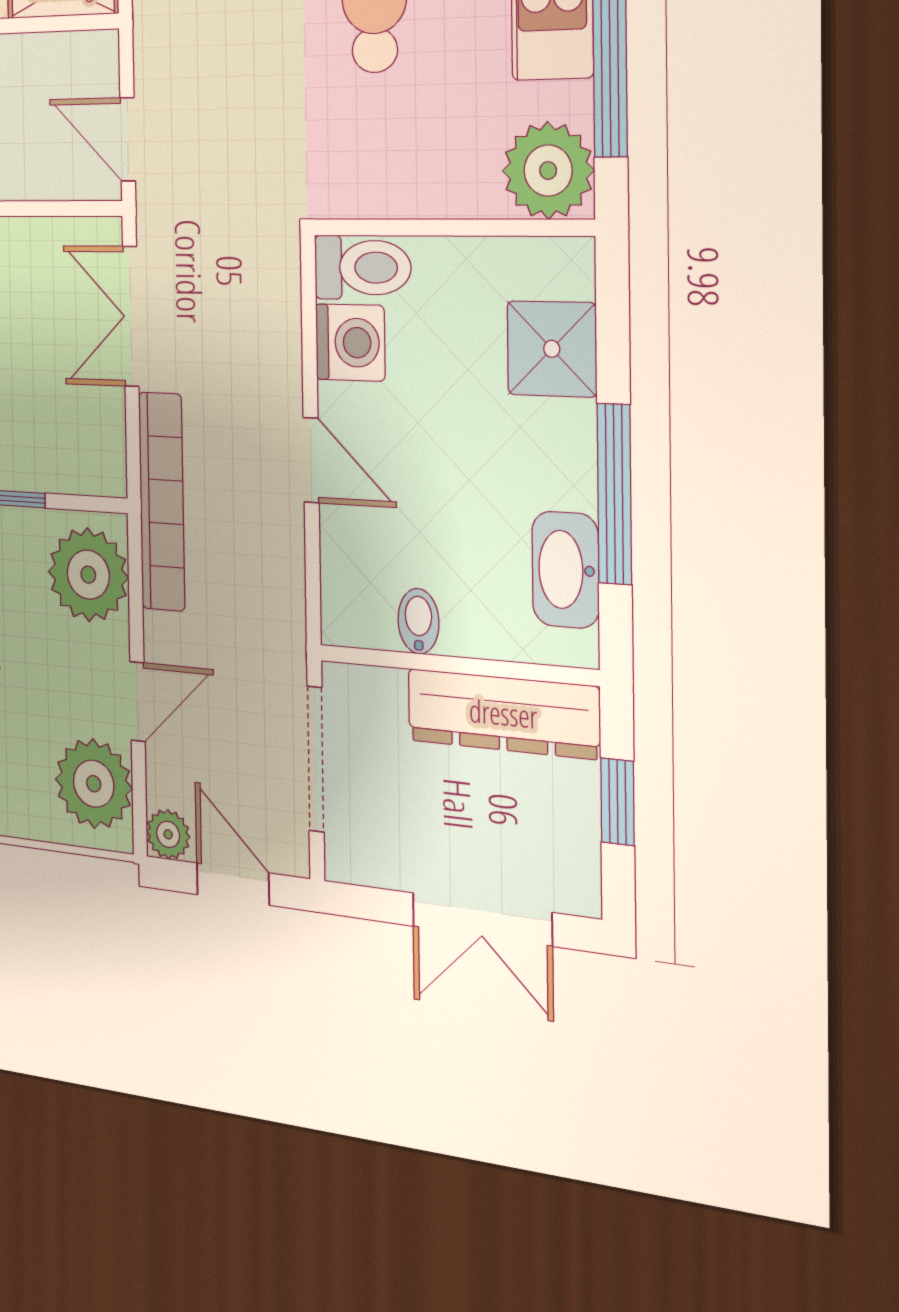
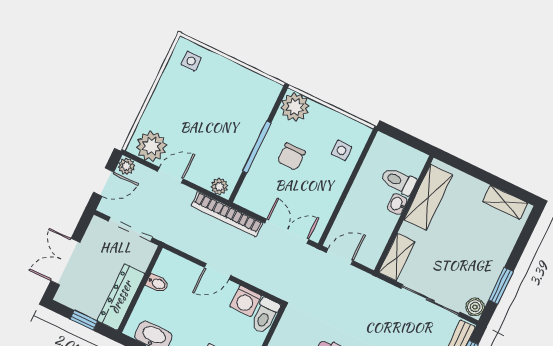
plant: (88, 575) -> (219, 186), width x0.53, depth x0.53
door: (138, 702) -> (170, 175), swing flipped

